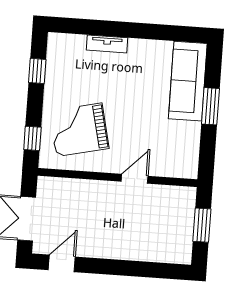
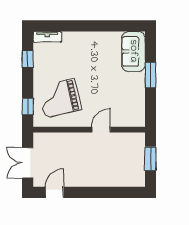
tv unit: (107, 44) -> (47, 37), moved
sofa: (188, 81) -> (133, 51), width x0.73

